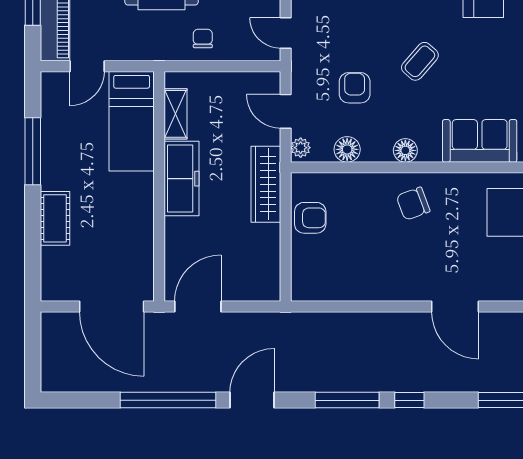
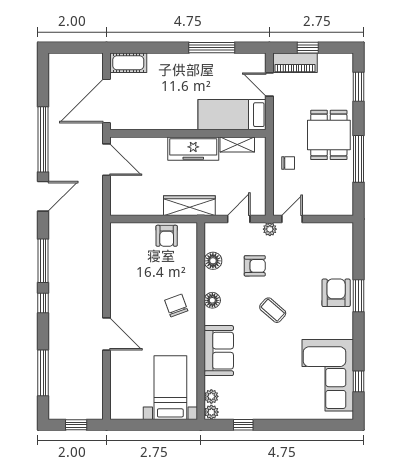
plant: (301, 148) -> (270, 229), moved
cot: (55, 218) -> (128, 63), moved
door: (455, 306) -> (107, 334), swing flipped
door: (252, 400) -> (43, 196), hinge flipped

